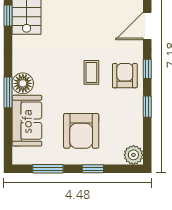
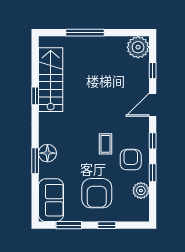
armchair: (125, 76) -> (131, 160), moved
sofa: (27, 121) -> (51, 200), moved
plant: (133, 155) -> (141, 191), moved

